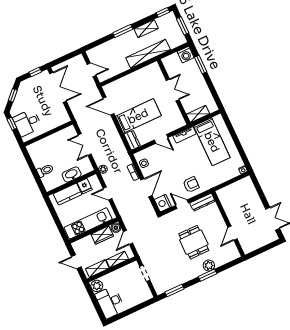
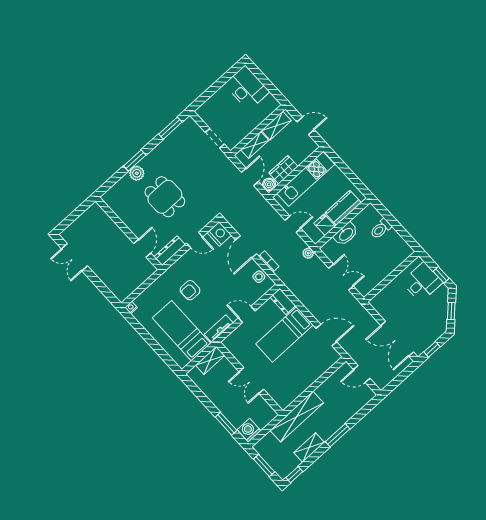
armchair: (191, 185) -> (190, 290), moved
door: (232, 233) -> (142, 248), moved
plant: (97, 286) -> (270, 103), removed

